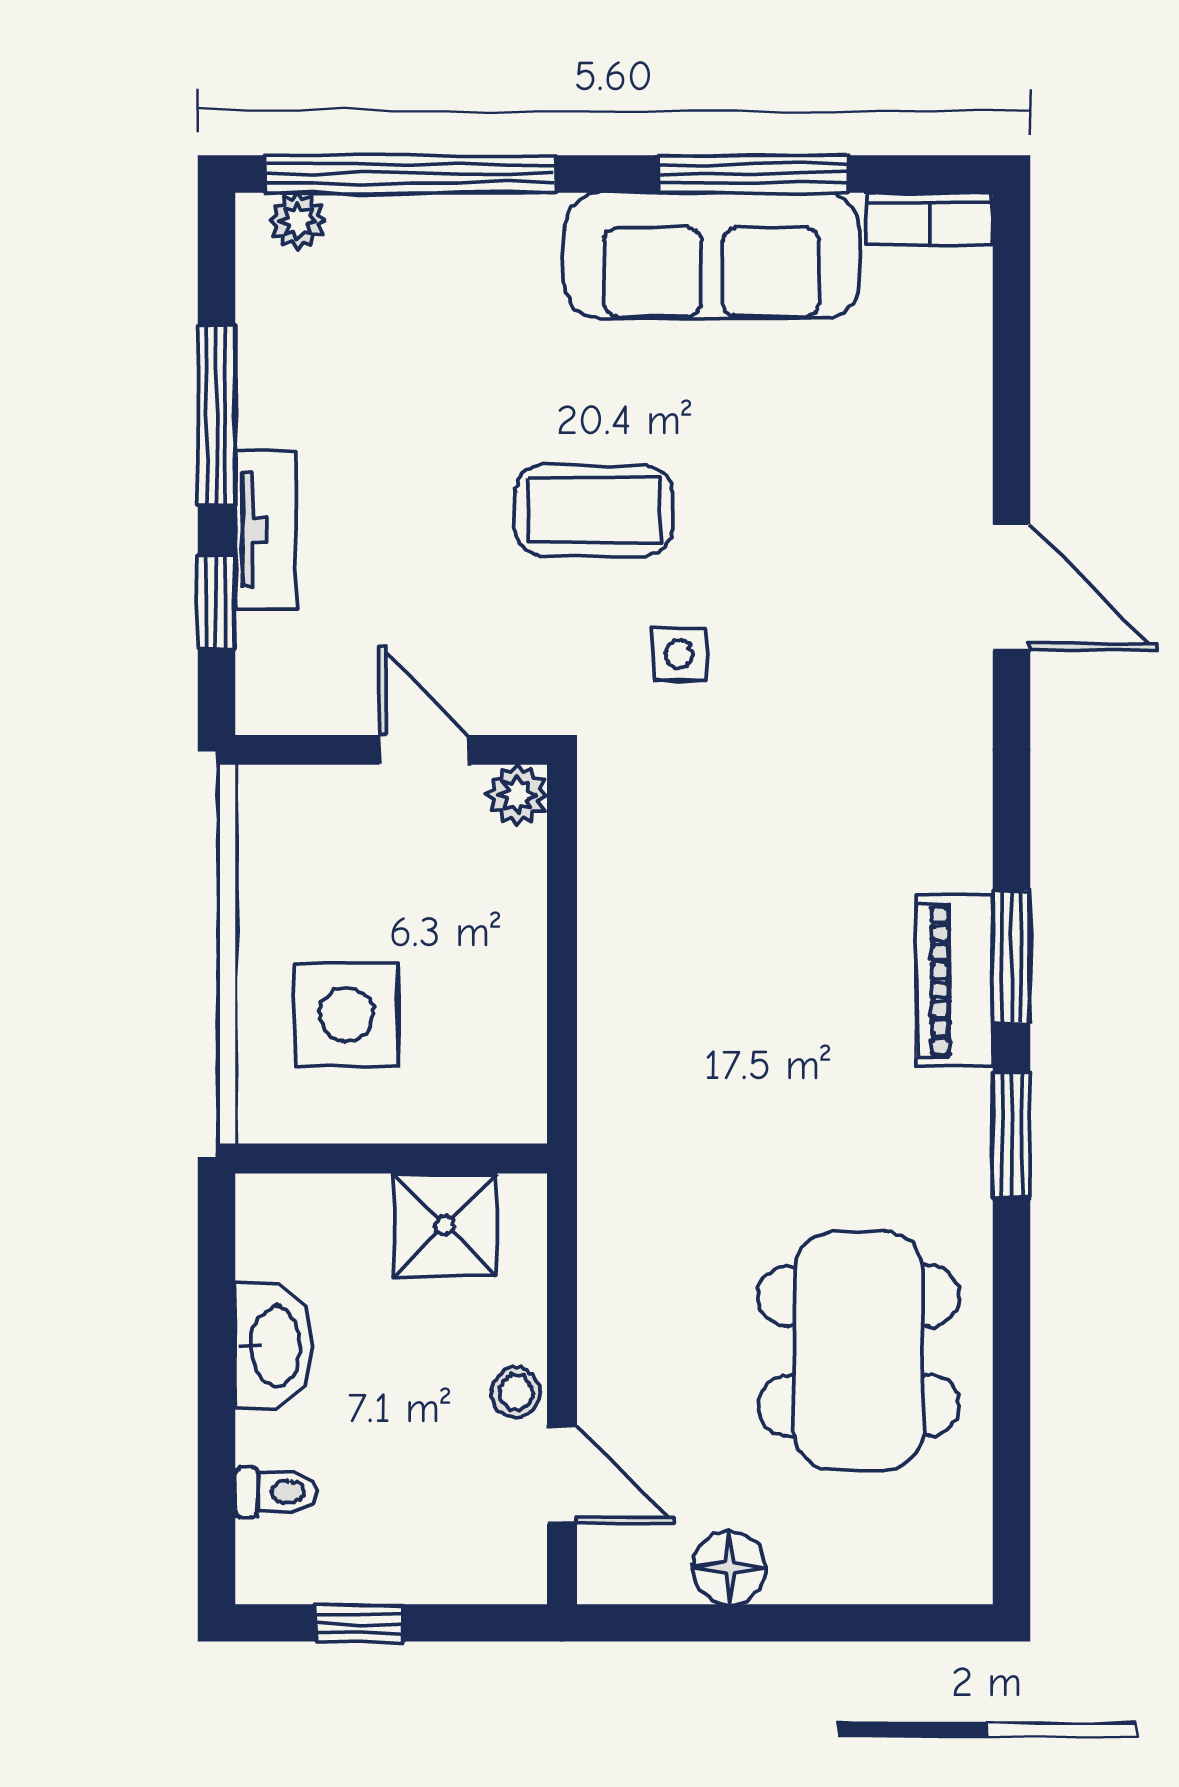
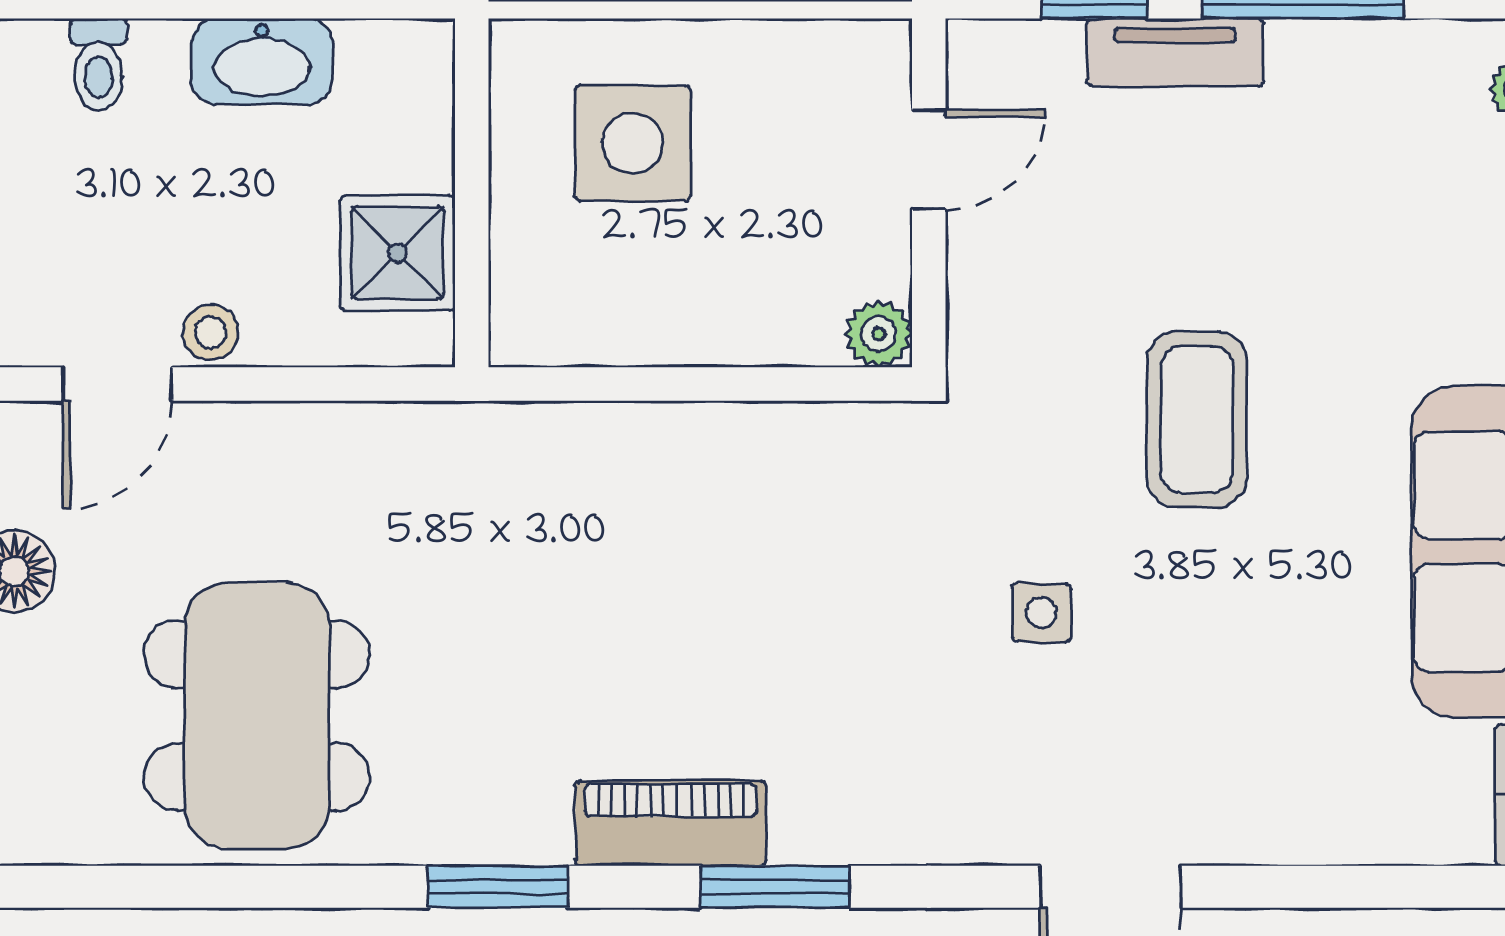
side table: (679, 654) -> (1041, 613), moved
door: (424, 750) -> (929, 160), moved
window: (1011, 957) -> (775, 887), moved
dining table: (859, 1351) -> (257, 716), turned 90

